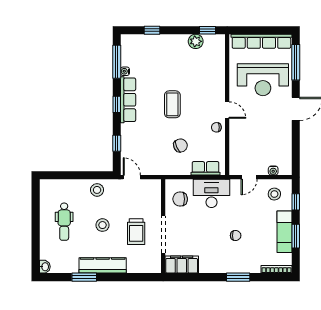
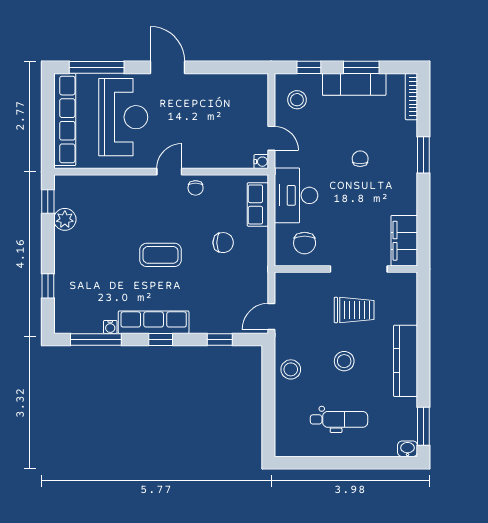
chair: (180, 145) -> (223, 243), turned 114
water cooler: (273, 171) -> (261, 162), moved
window: (84, 277) -> (423, 426), moved

